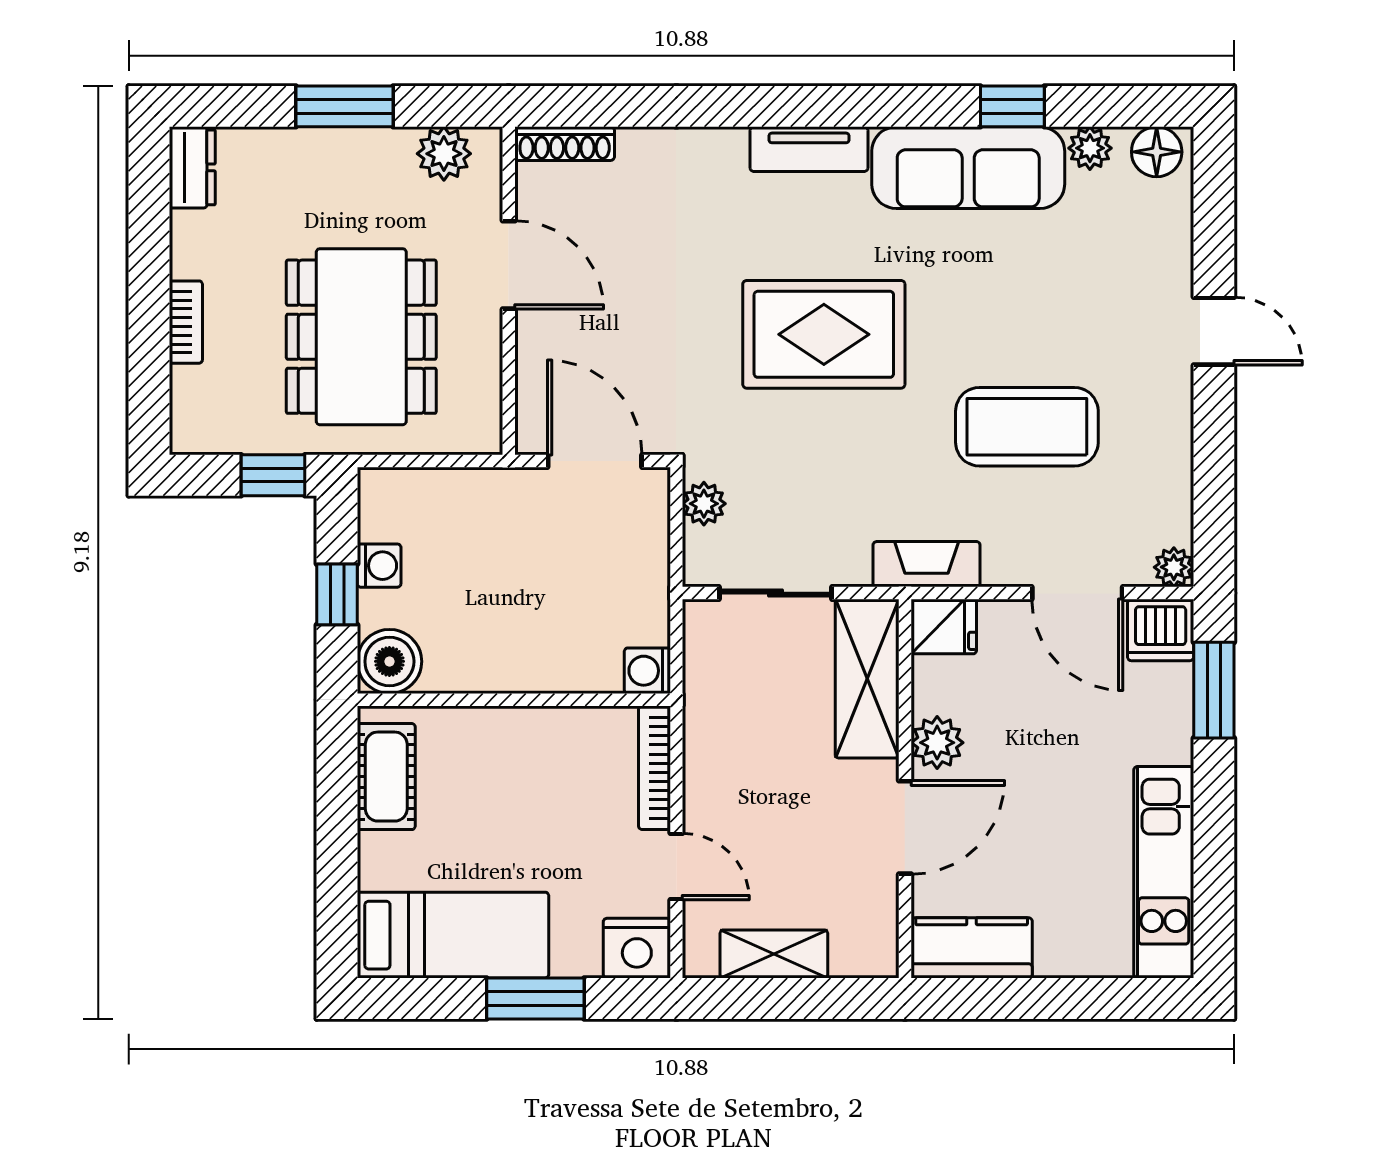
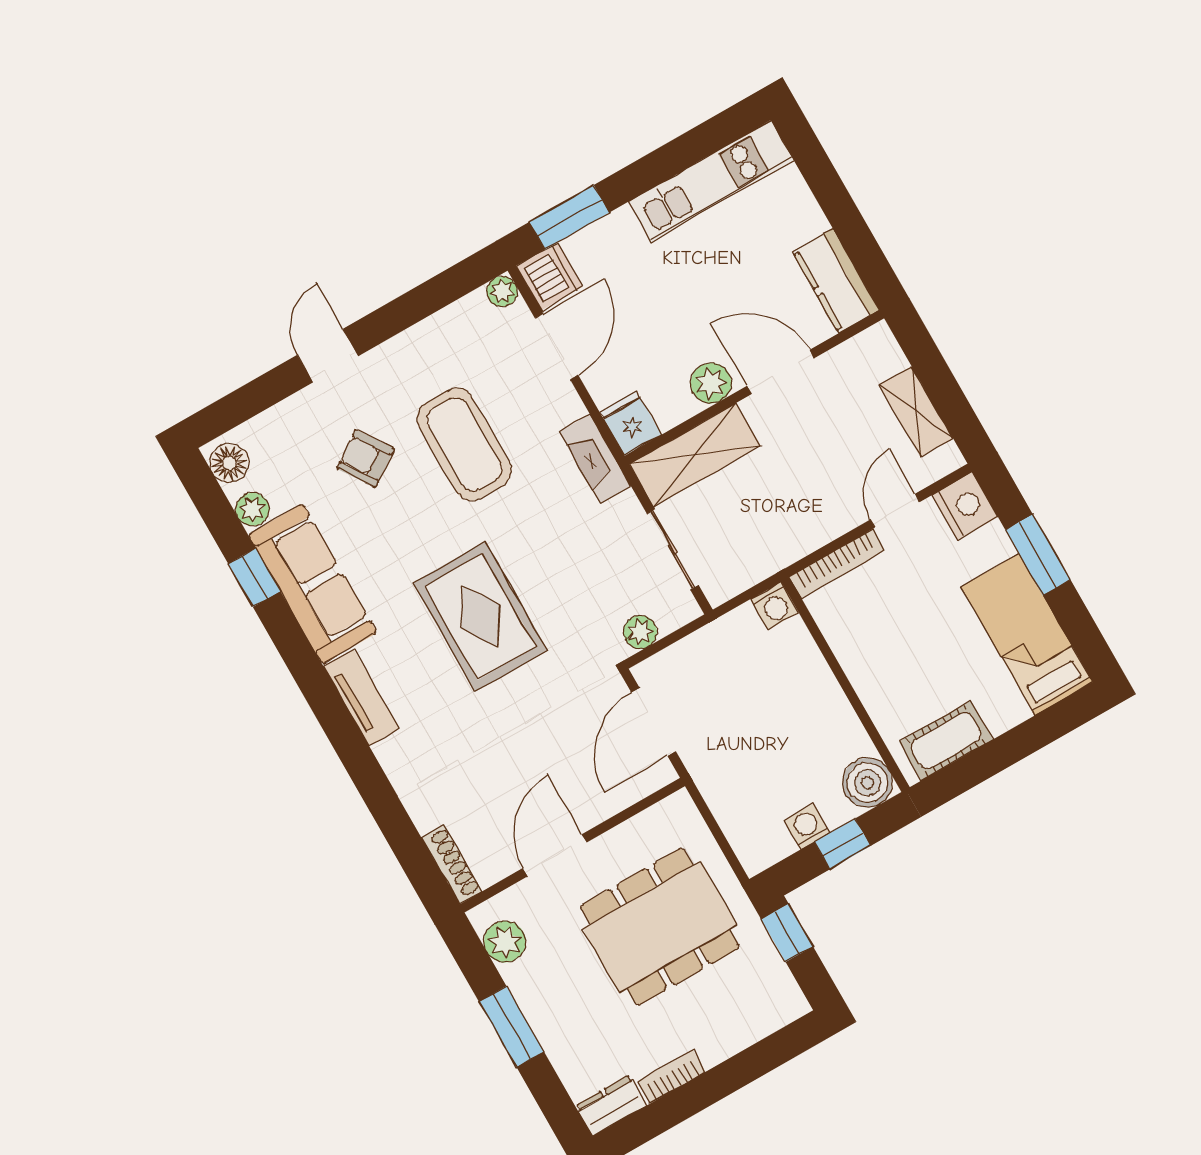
armchair: (1075, 307) -> (365, 458), added
bookcase: (186, 322) -> (672, 1077), moved

